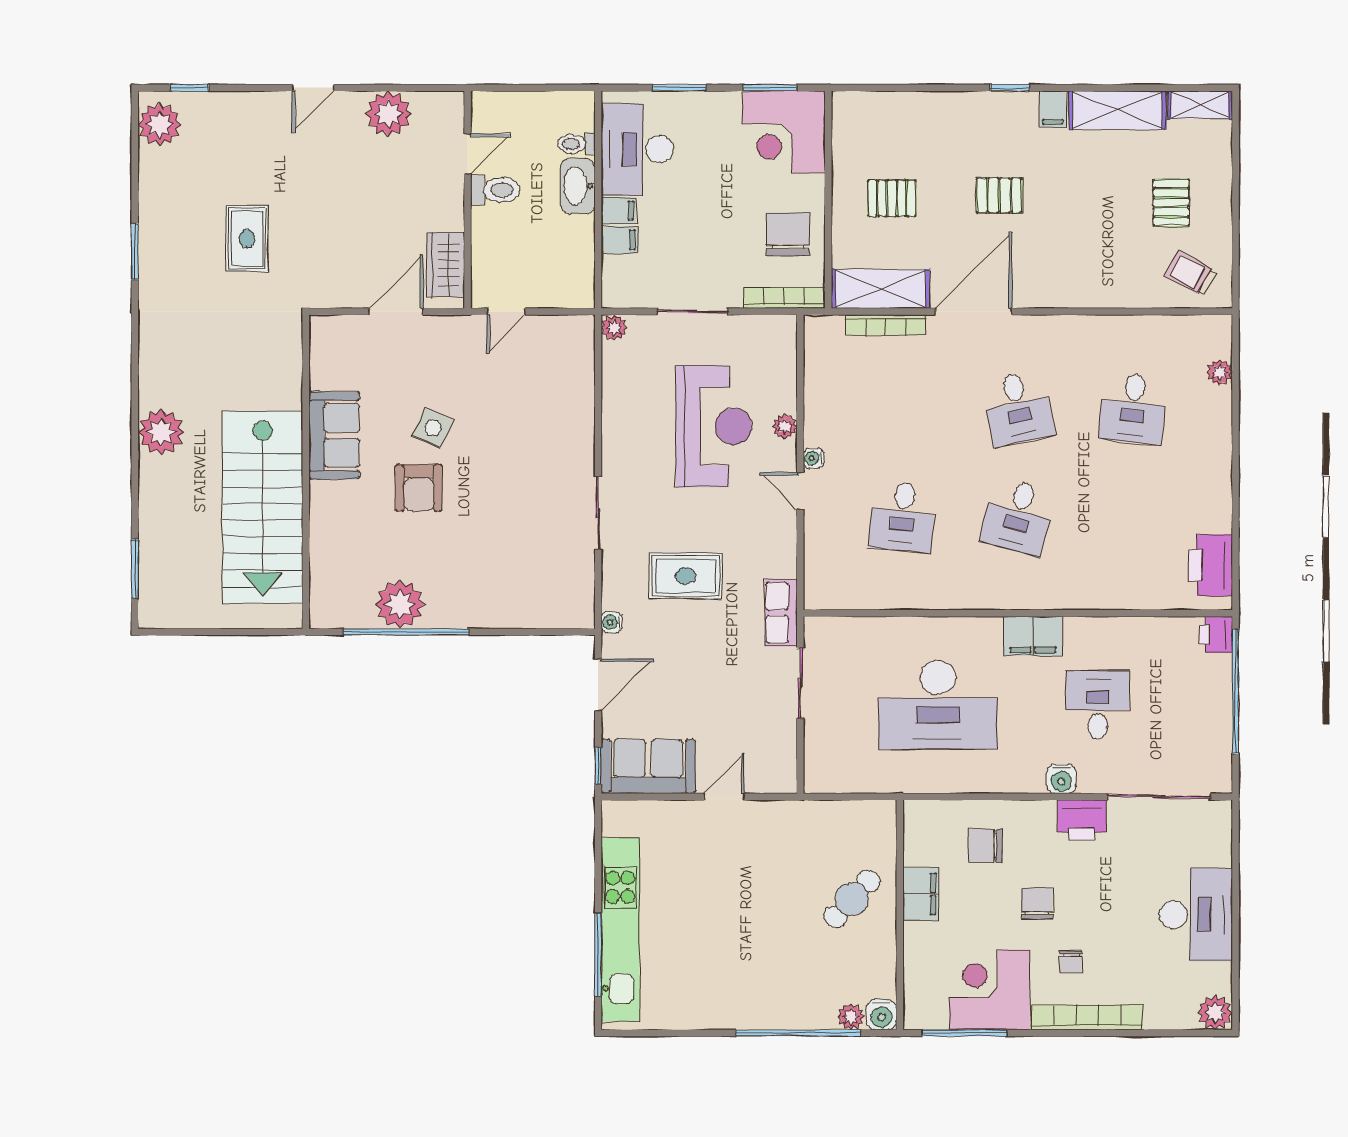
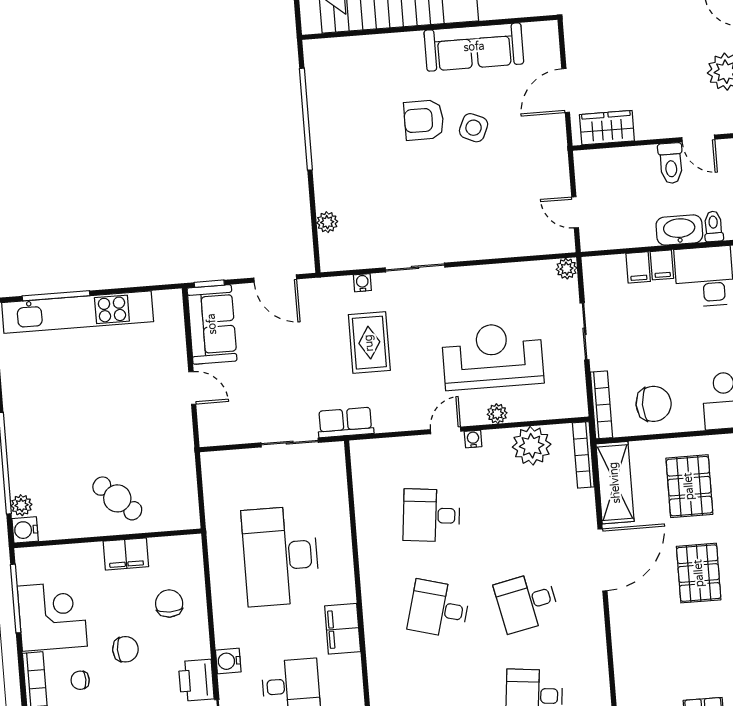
pallet: (999, 195) -> (699, 573), width x1.50, depth x1.42
pallet: (892, 198) -> (689, 486), width x1.50, depth x1.42
door: (396, 312) -> (566, 91), swing flipped
door: (506, 312) -> (575, 212), moved
door: (974, 312) -> (603, 560), hinge flipped
bookcase: (886, 325) -> (583, 455), moved
plant: (827, 387) -> (532, 446), added
reception desk: (714, 426) -> (493, 356), turned 180
sofa: (334, 435) -> (474, 47), width x1.36
plant: (400, 604) -> (327, 222), moved, width x0.53, depth x0.53
water cooler: (612, 622) -> (362, 283), moved

